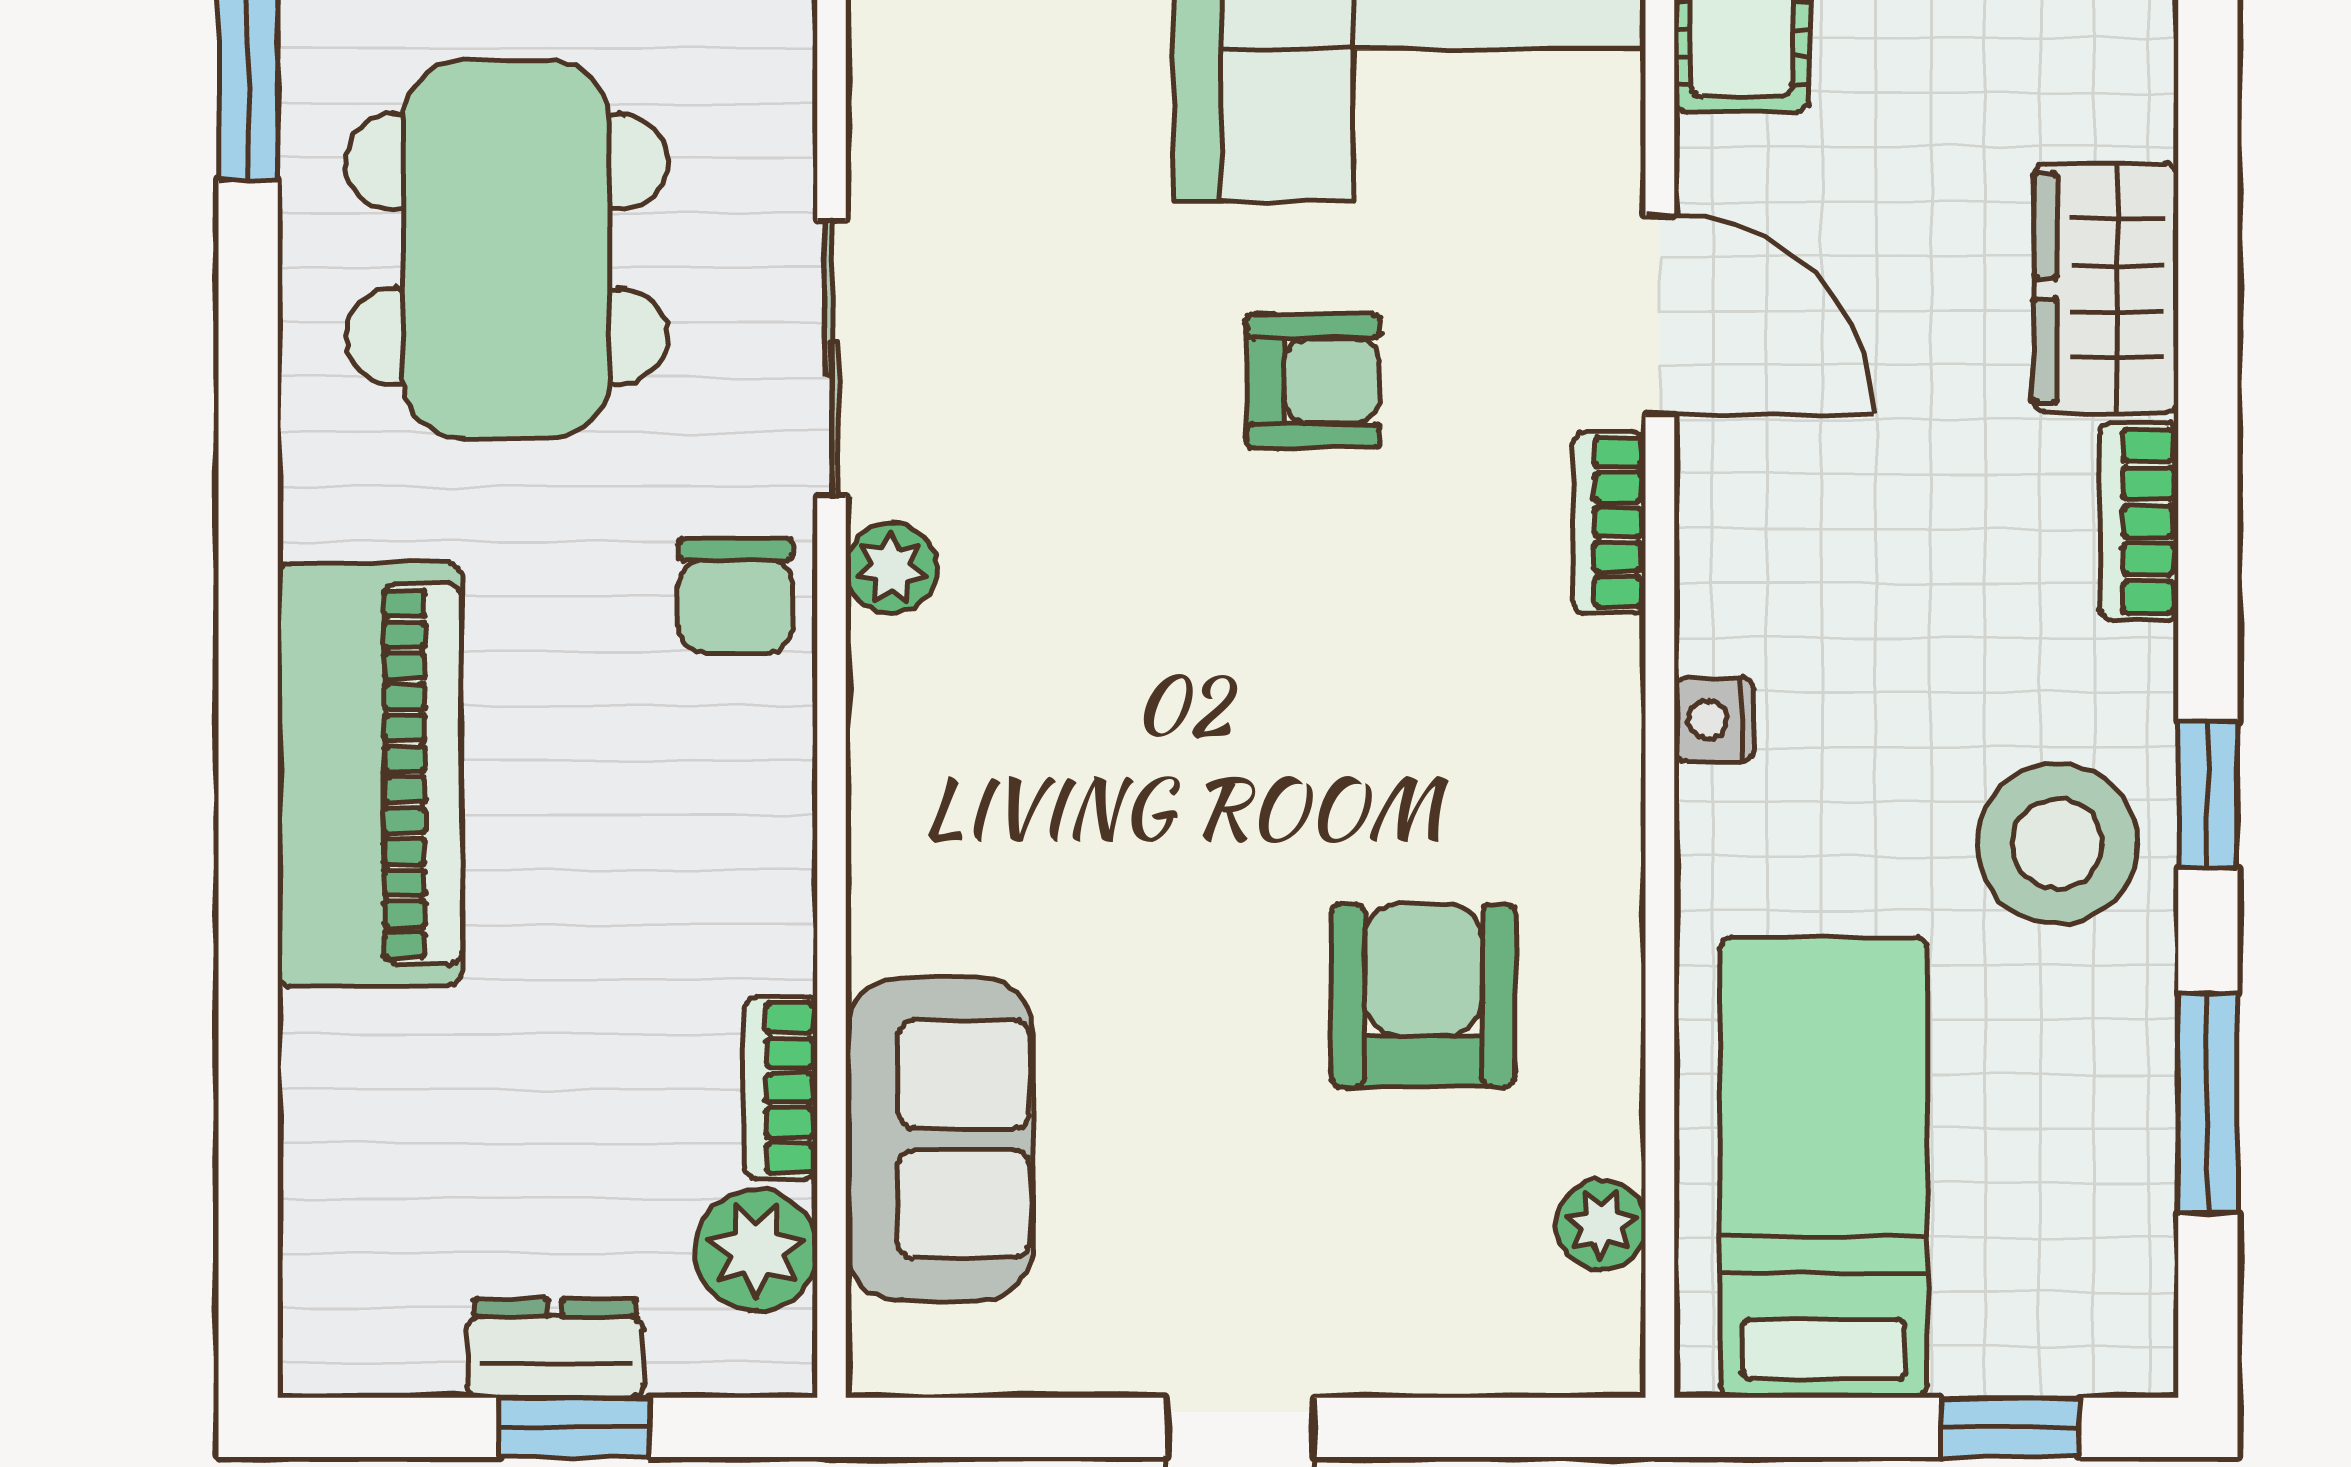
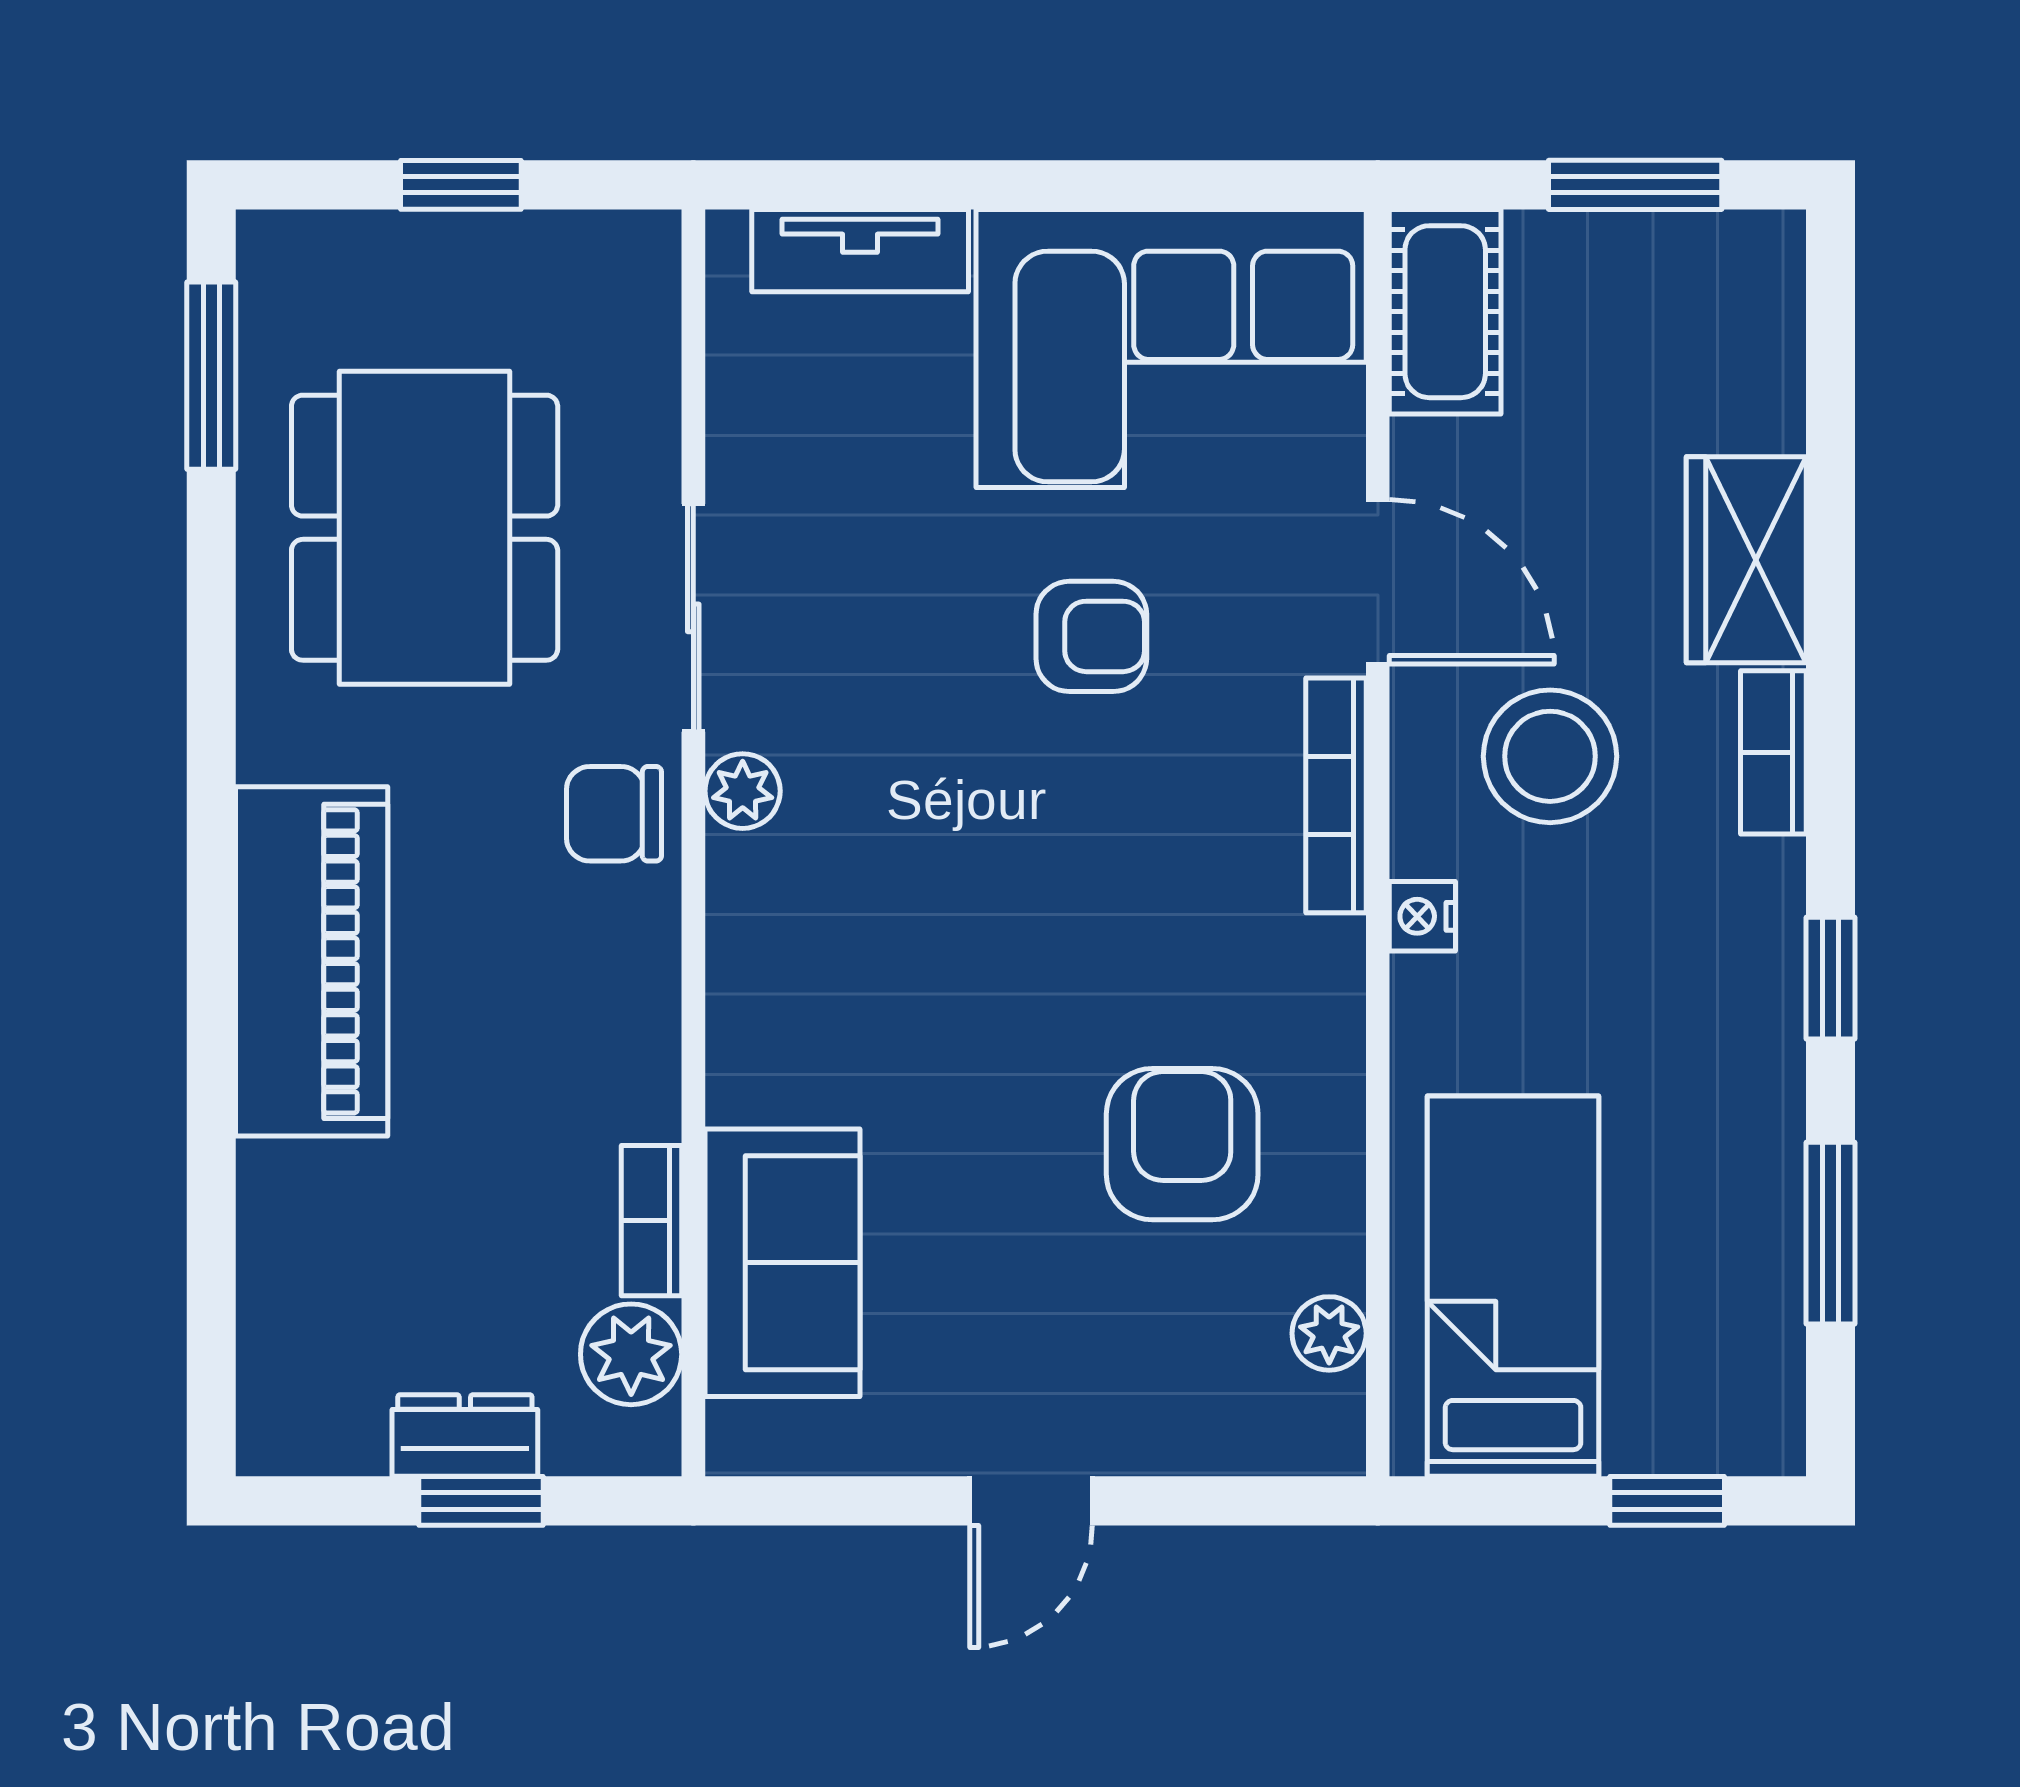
bookcase: (1609, 522) -> (1336, 795), width x1.56
chair: (735, 596) -> (614, 814), turned 90
stool: (2057, 844) -> (1550, 756), moved

